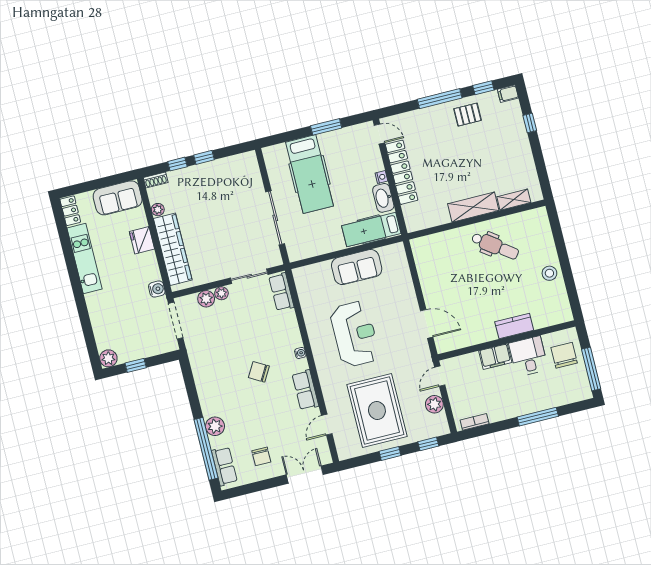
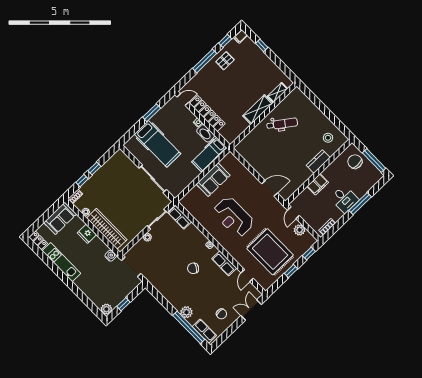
stool: (549, 273) -> (328, 138), moved
plant: (206, 299) -> (141, 245), removed
reception desk: (355, 334) -> (233, 217), turned 180
desk: (528, 356) -> (344, 199), moved, turned 180

